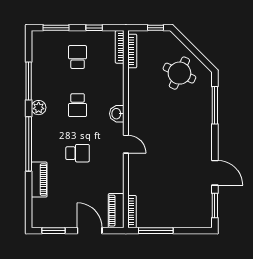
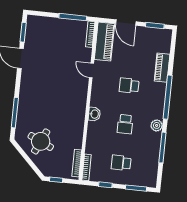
school desk: (78, 57) -> (121, 163), turned 90
school desk: (78, 105) -> (125, 124), turned 180
door: (126, 144) -> (91, 70), moved
piano: (116, 211) -> (104, 42), width x1.37, depth x1.33

